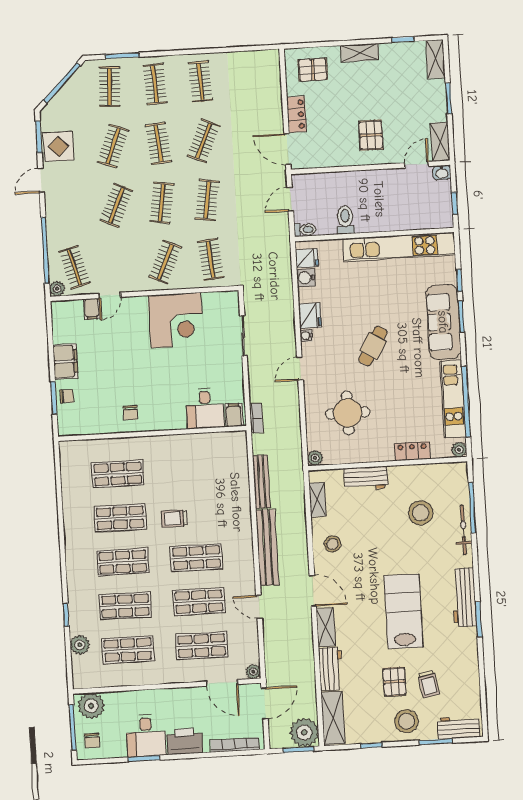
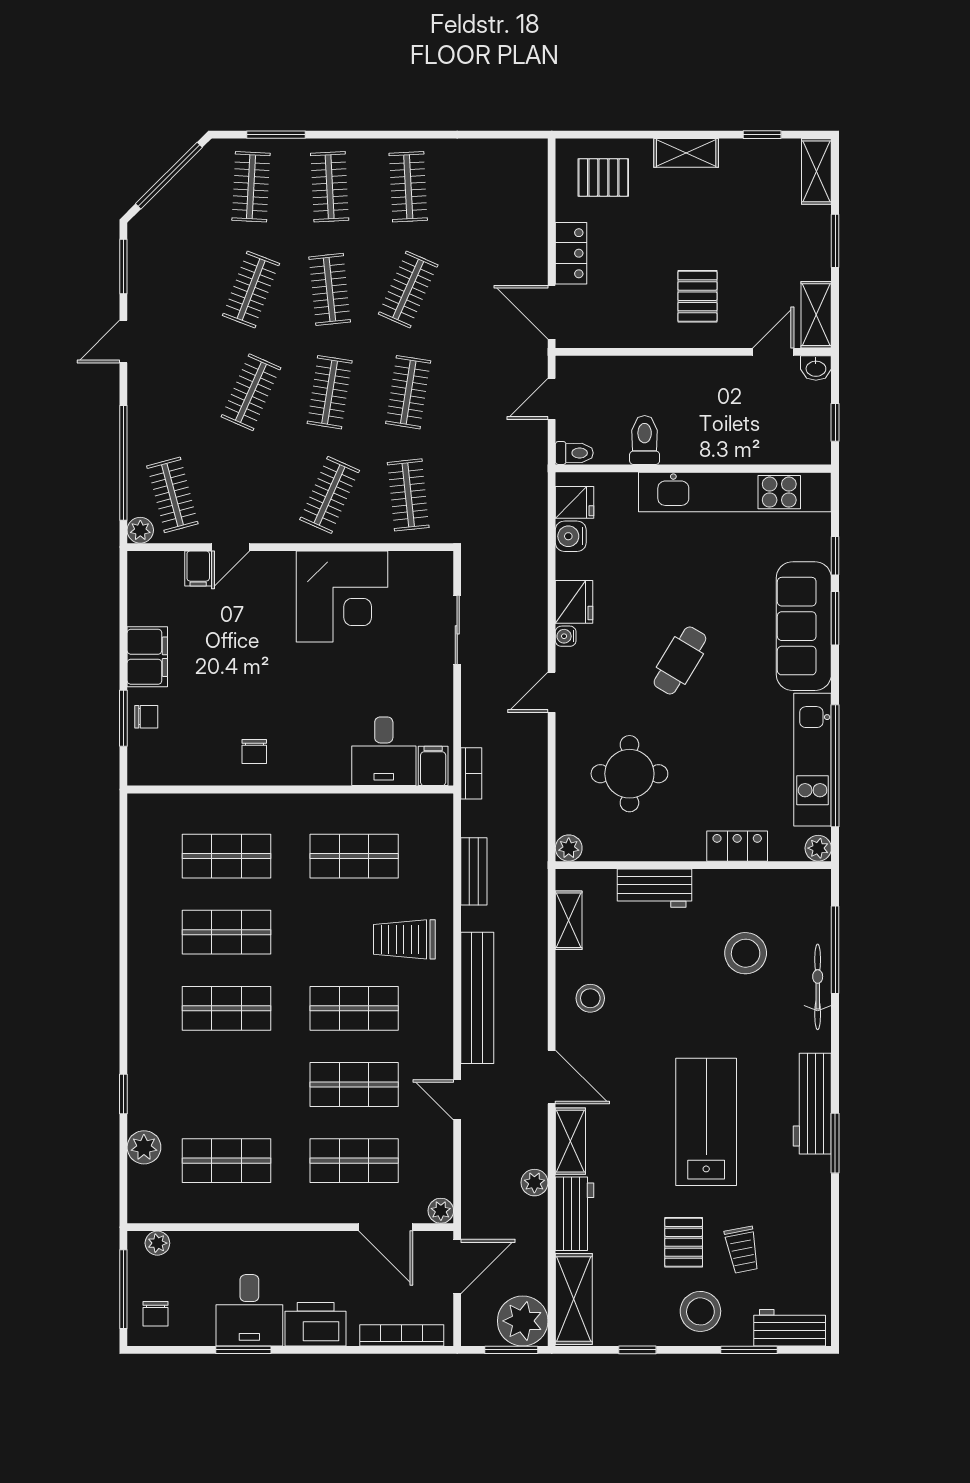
display table: (58, 146) -> (157, 285), removed
bench: (261, 482) -> (474, 871), width x0.73
trolley: (174, 519) -> (404, 939), moved, width x1.36, depth x1.39
shop shelf: (125, 606) -> (354, 856), moved
plant: (306, 652) -> (534, 1183), added
plant: (91, 706) -> (157, 1243), width x0.53, depth x0.53

